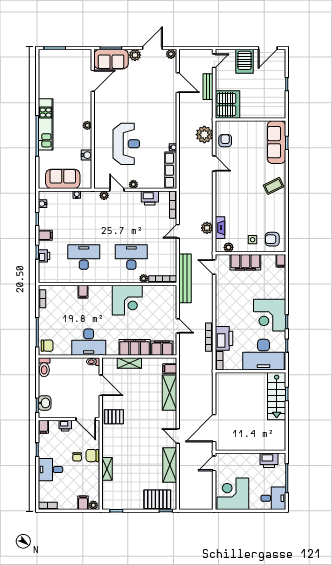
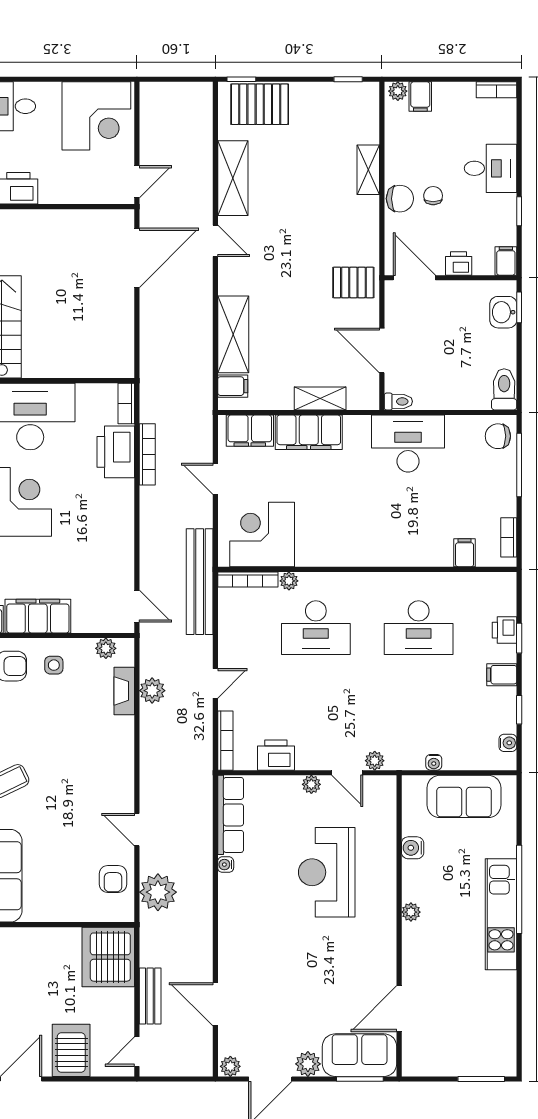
filing cabinet: (245, 262) -> (38, 616), moved
filing cabinet: (83, 292) -> (465, 553), moved
corner desk: (127, 300) -> (262, 535), moved

